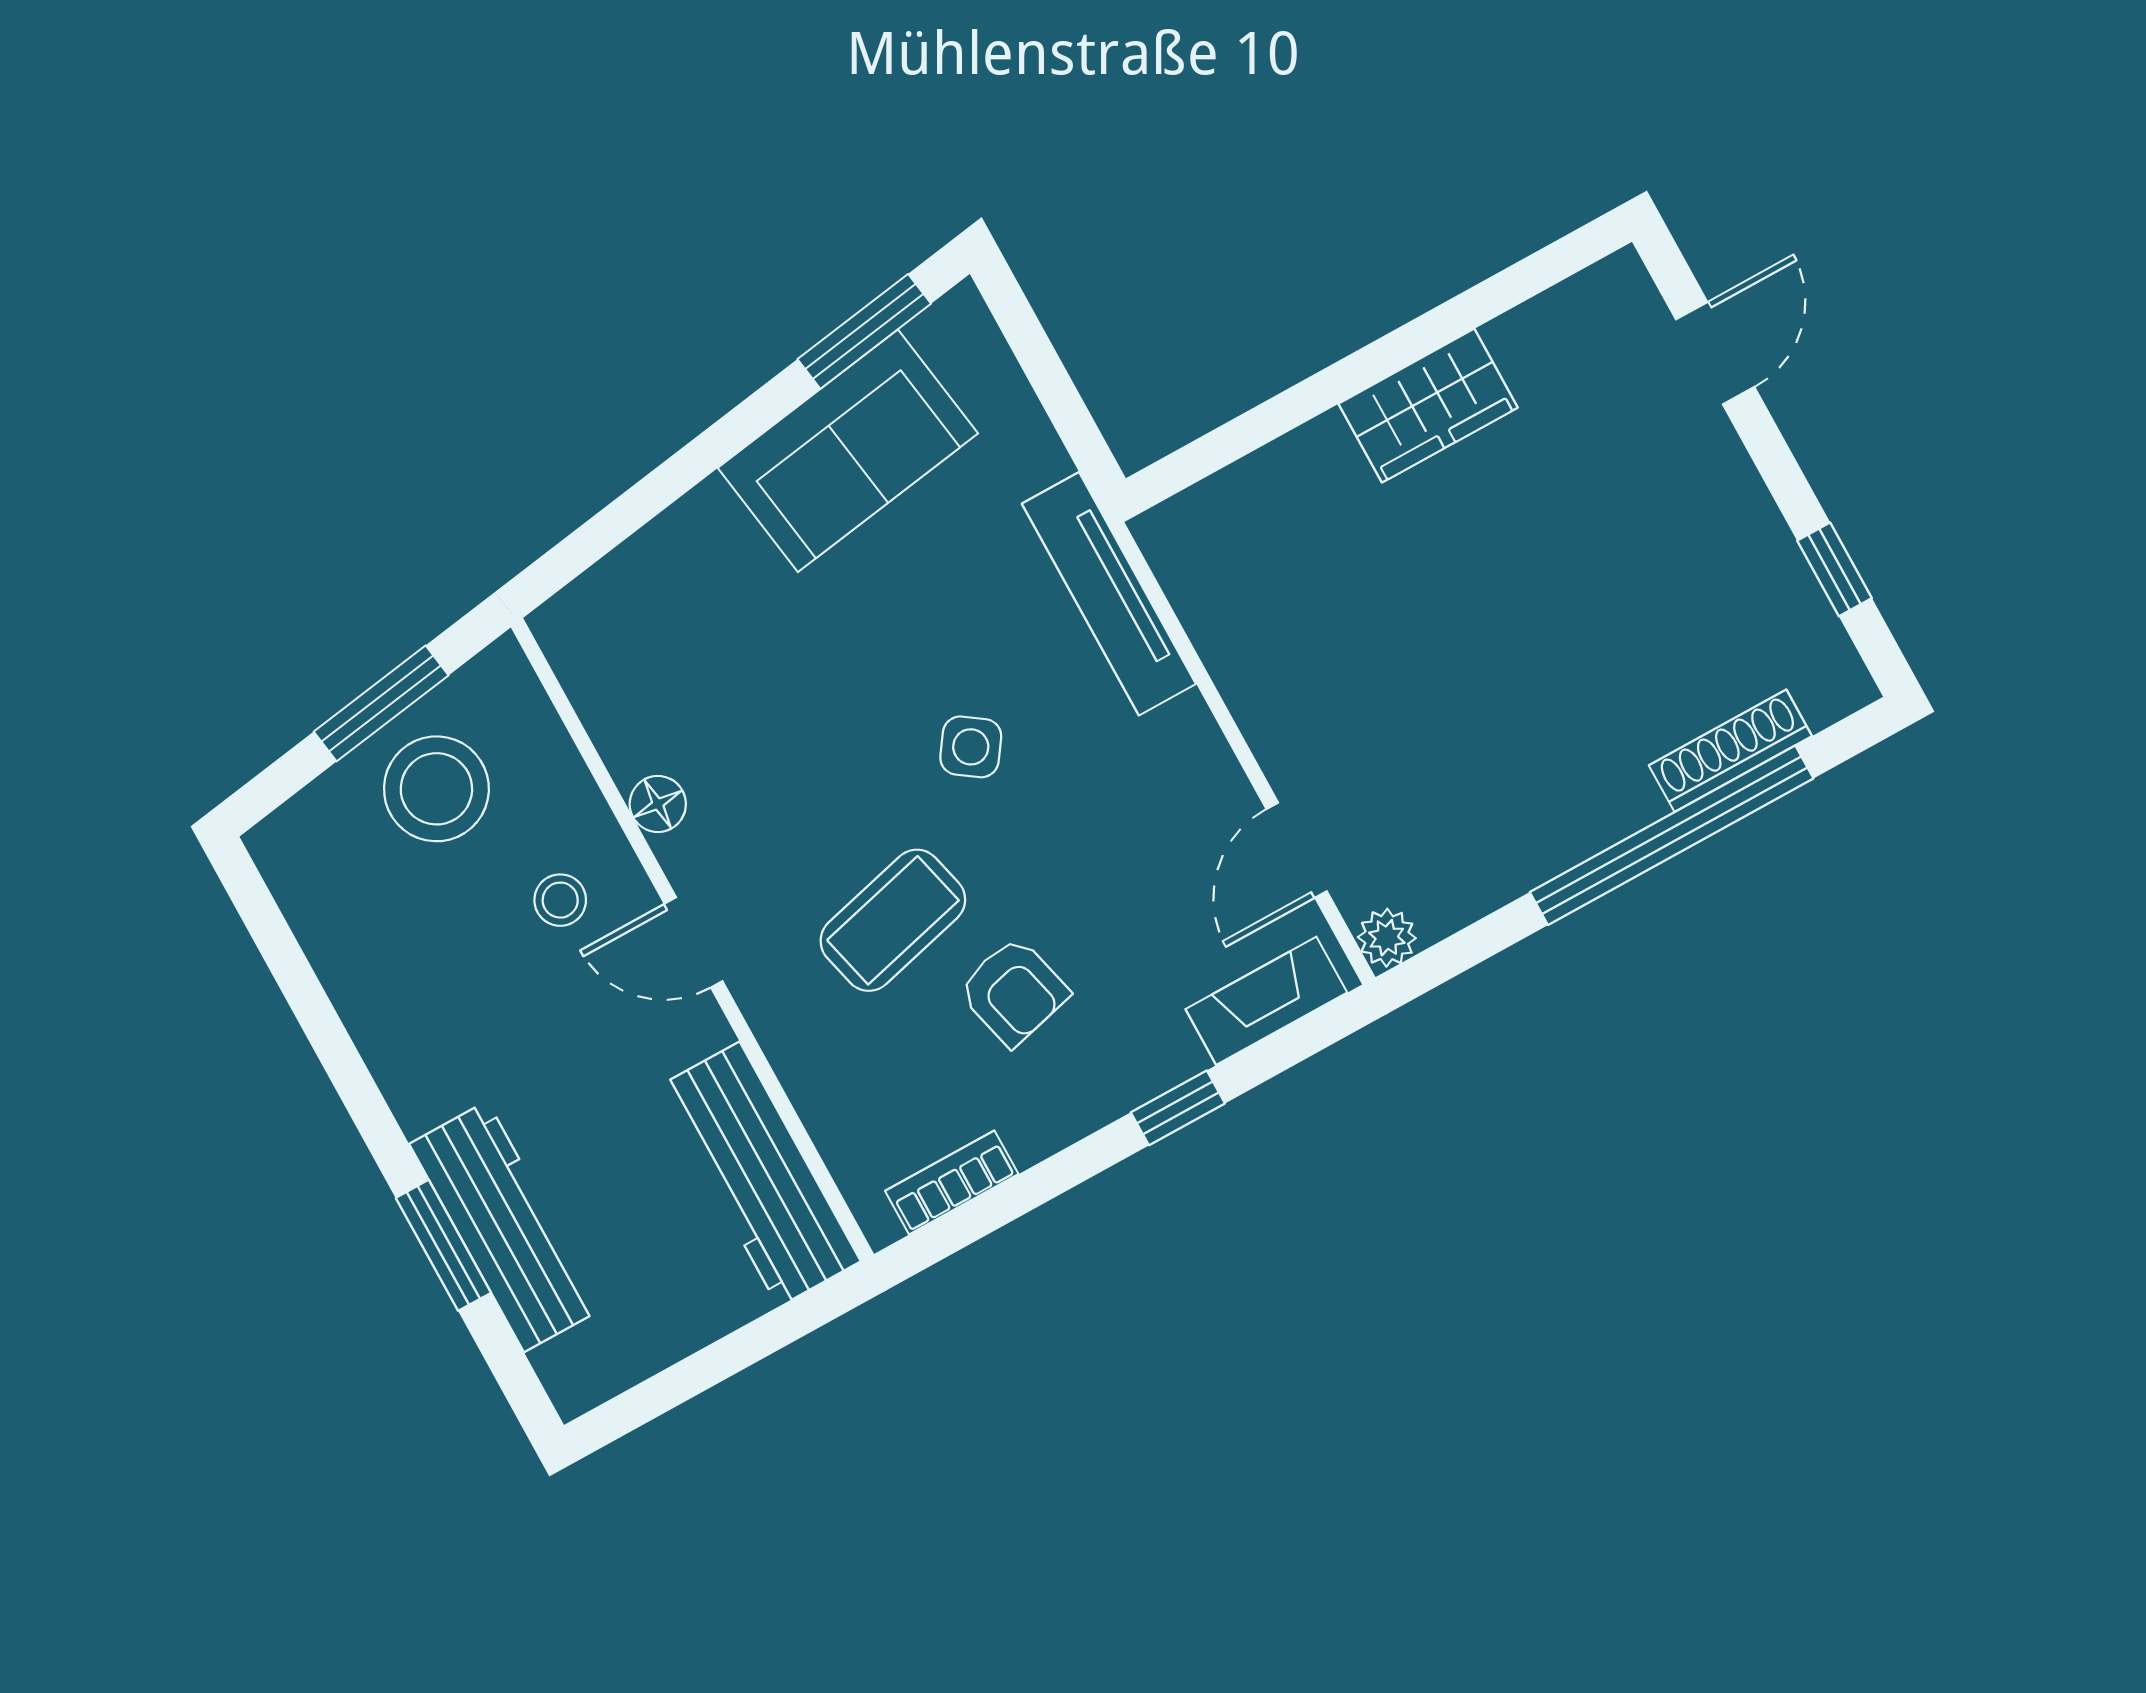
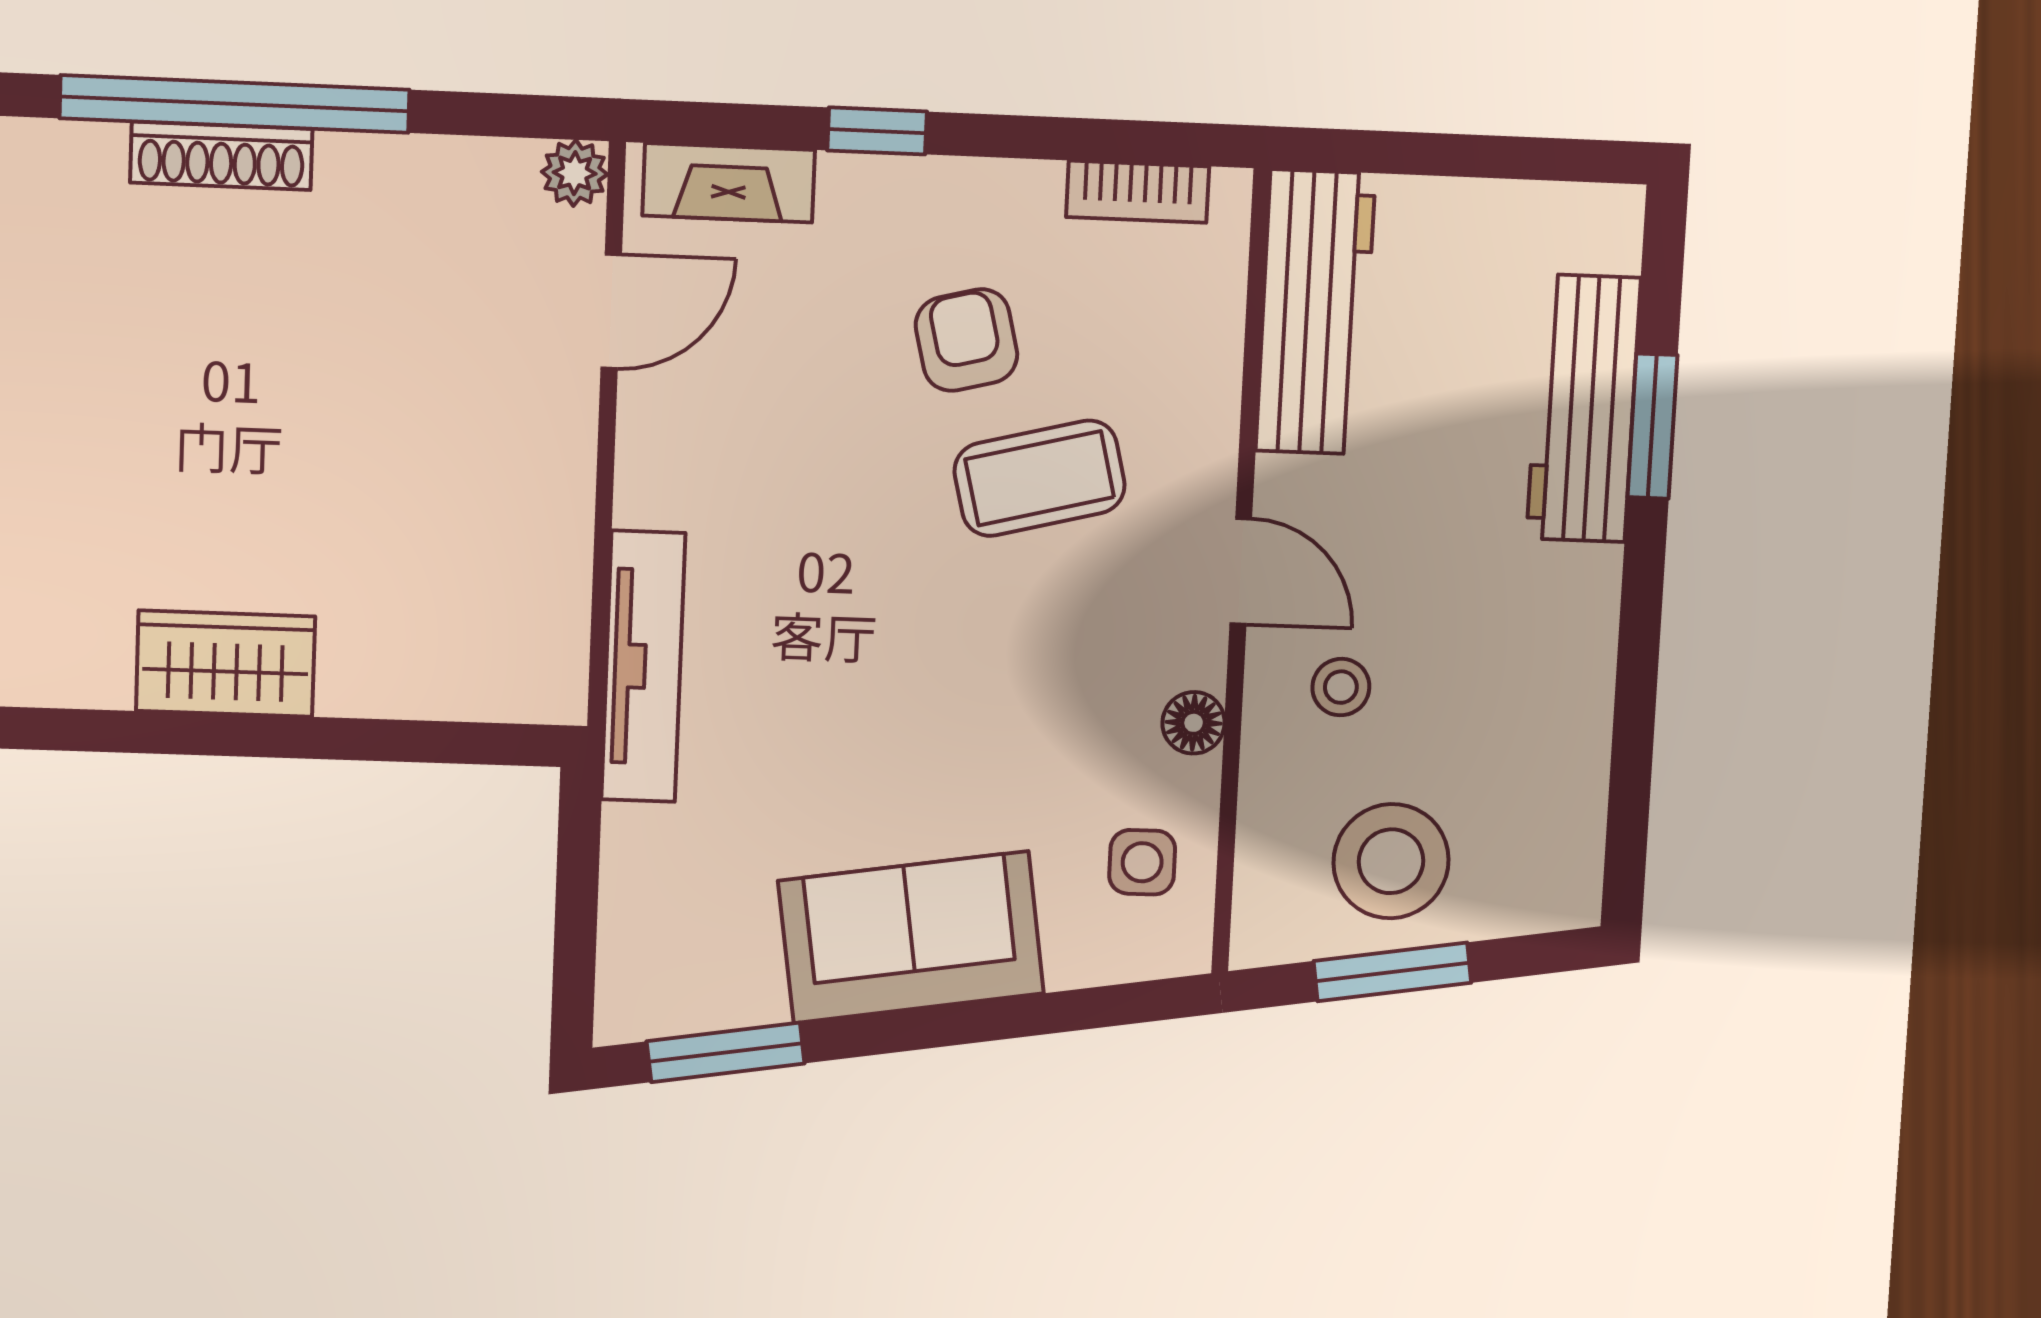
sofa: (848, 451) -> (911, 937), moved
side table: (971, 747) -> (1142, 862), moved, turned -35
shoe rack: (1730, 751) -> (221, 156), moved

